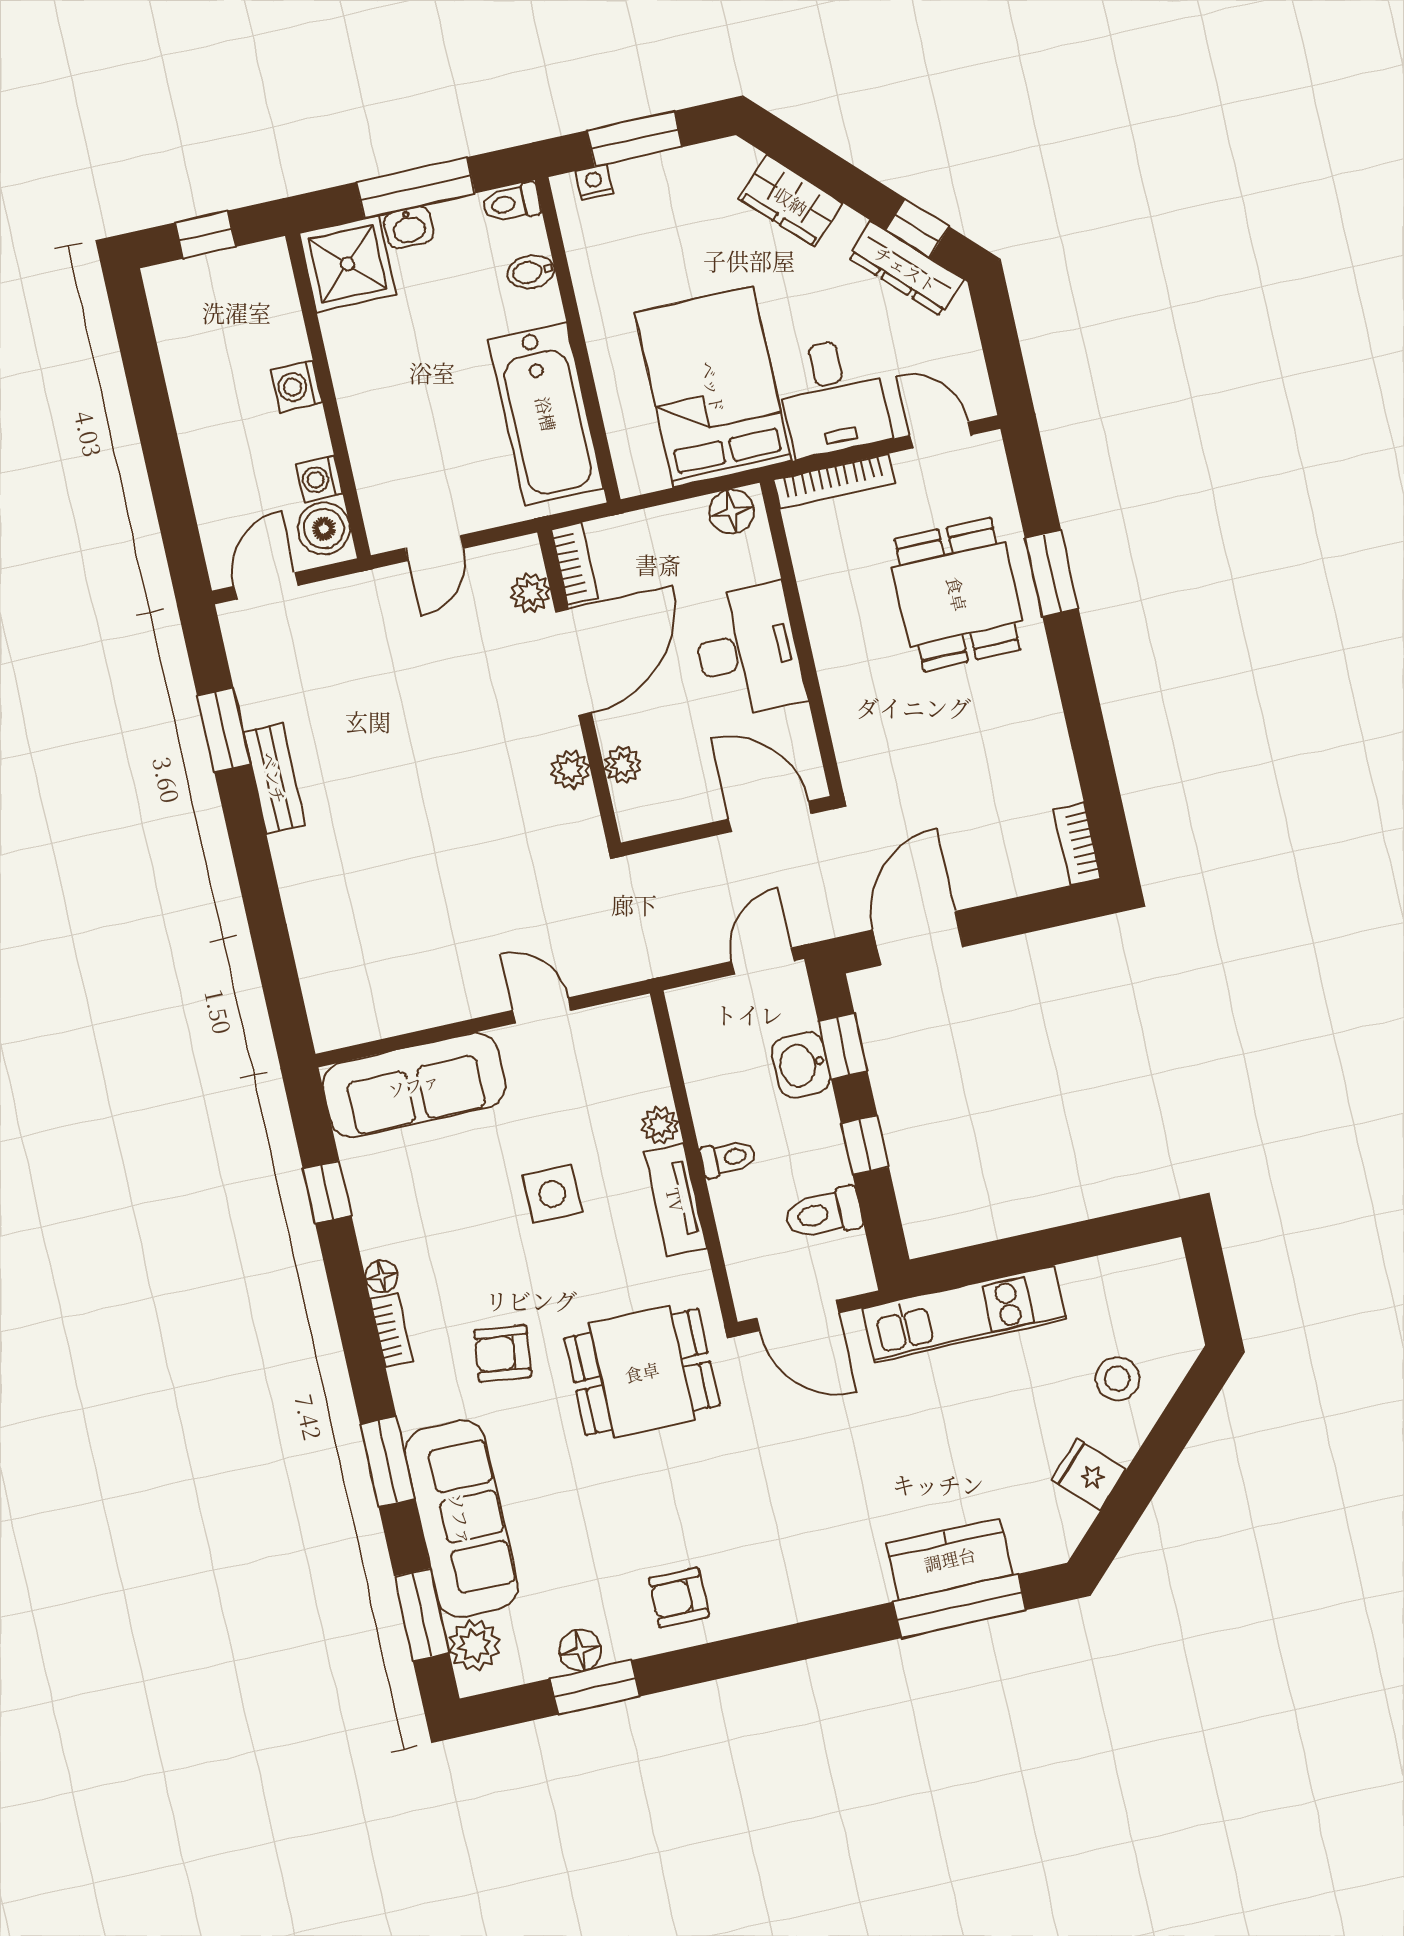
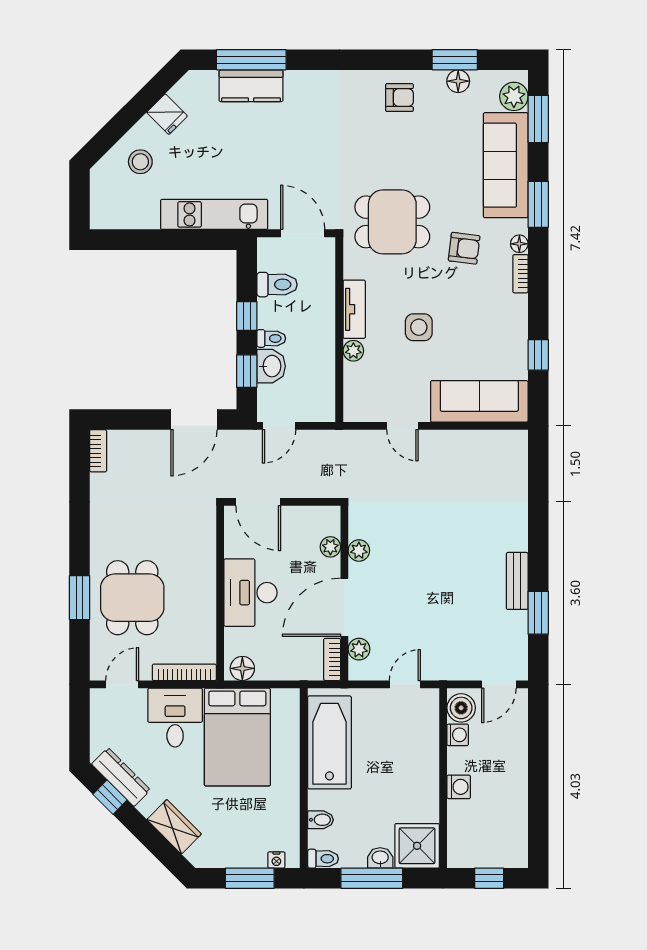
door: (941, 435) -> (122, 684), swing flipped
toilet: (728, 1158) -> (271, 338), moved, turned 180
floor lamp: (382, 1276) -> (519, 244), moved

